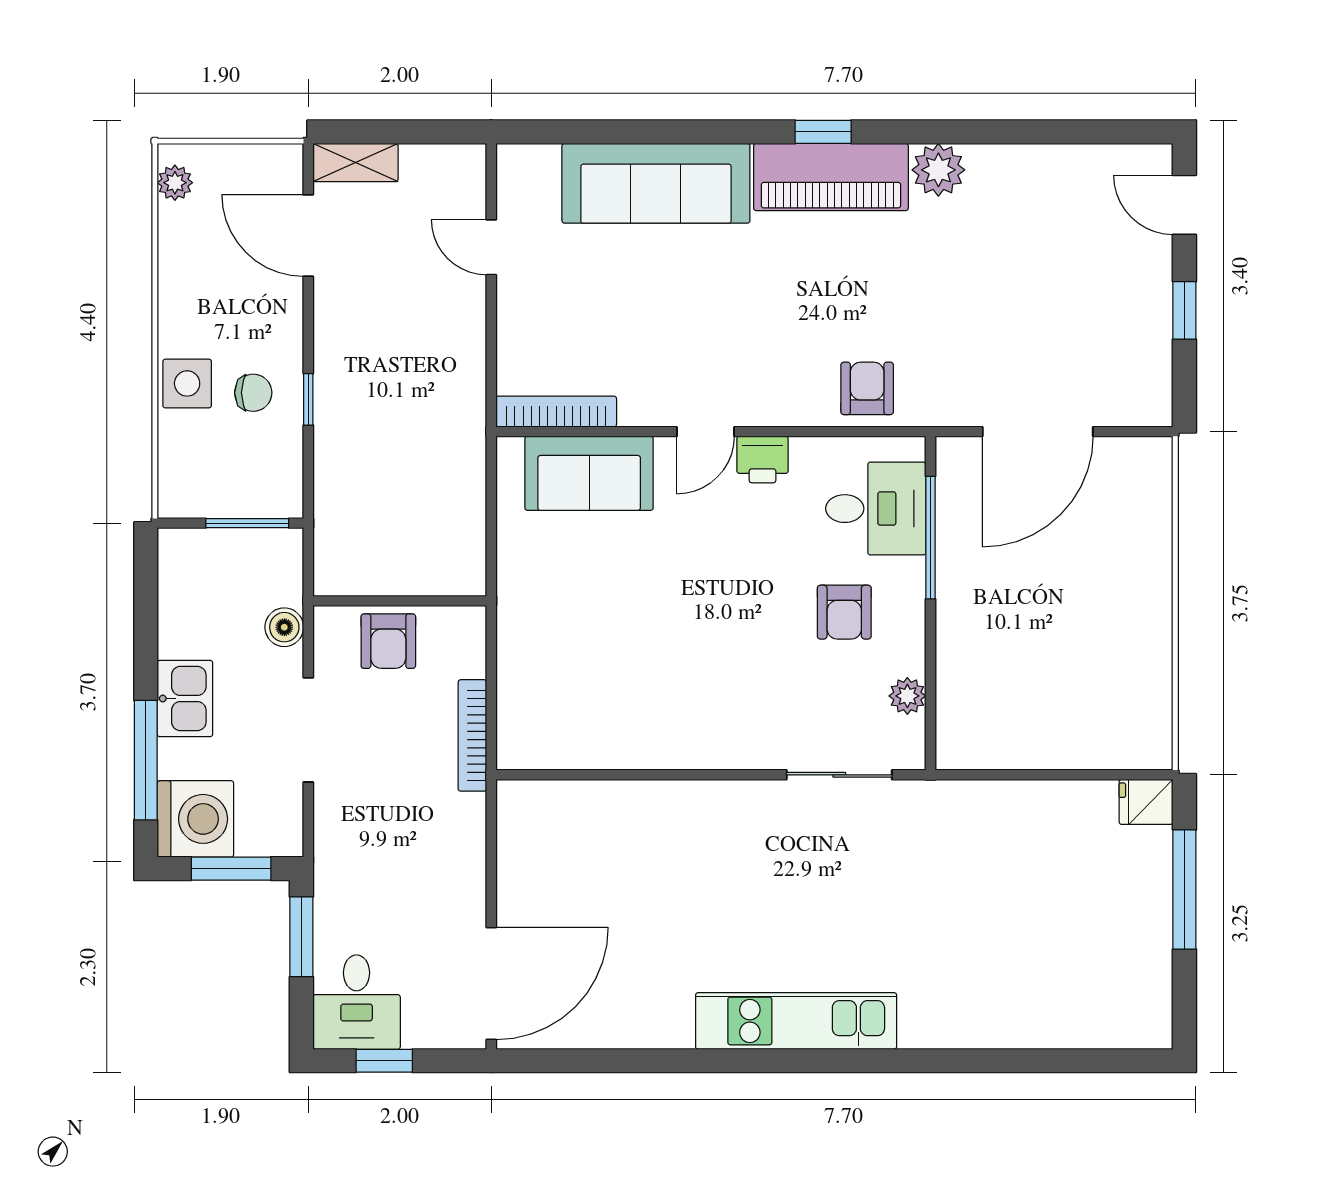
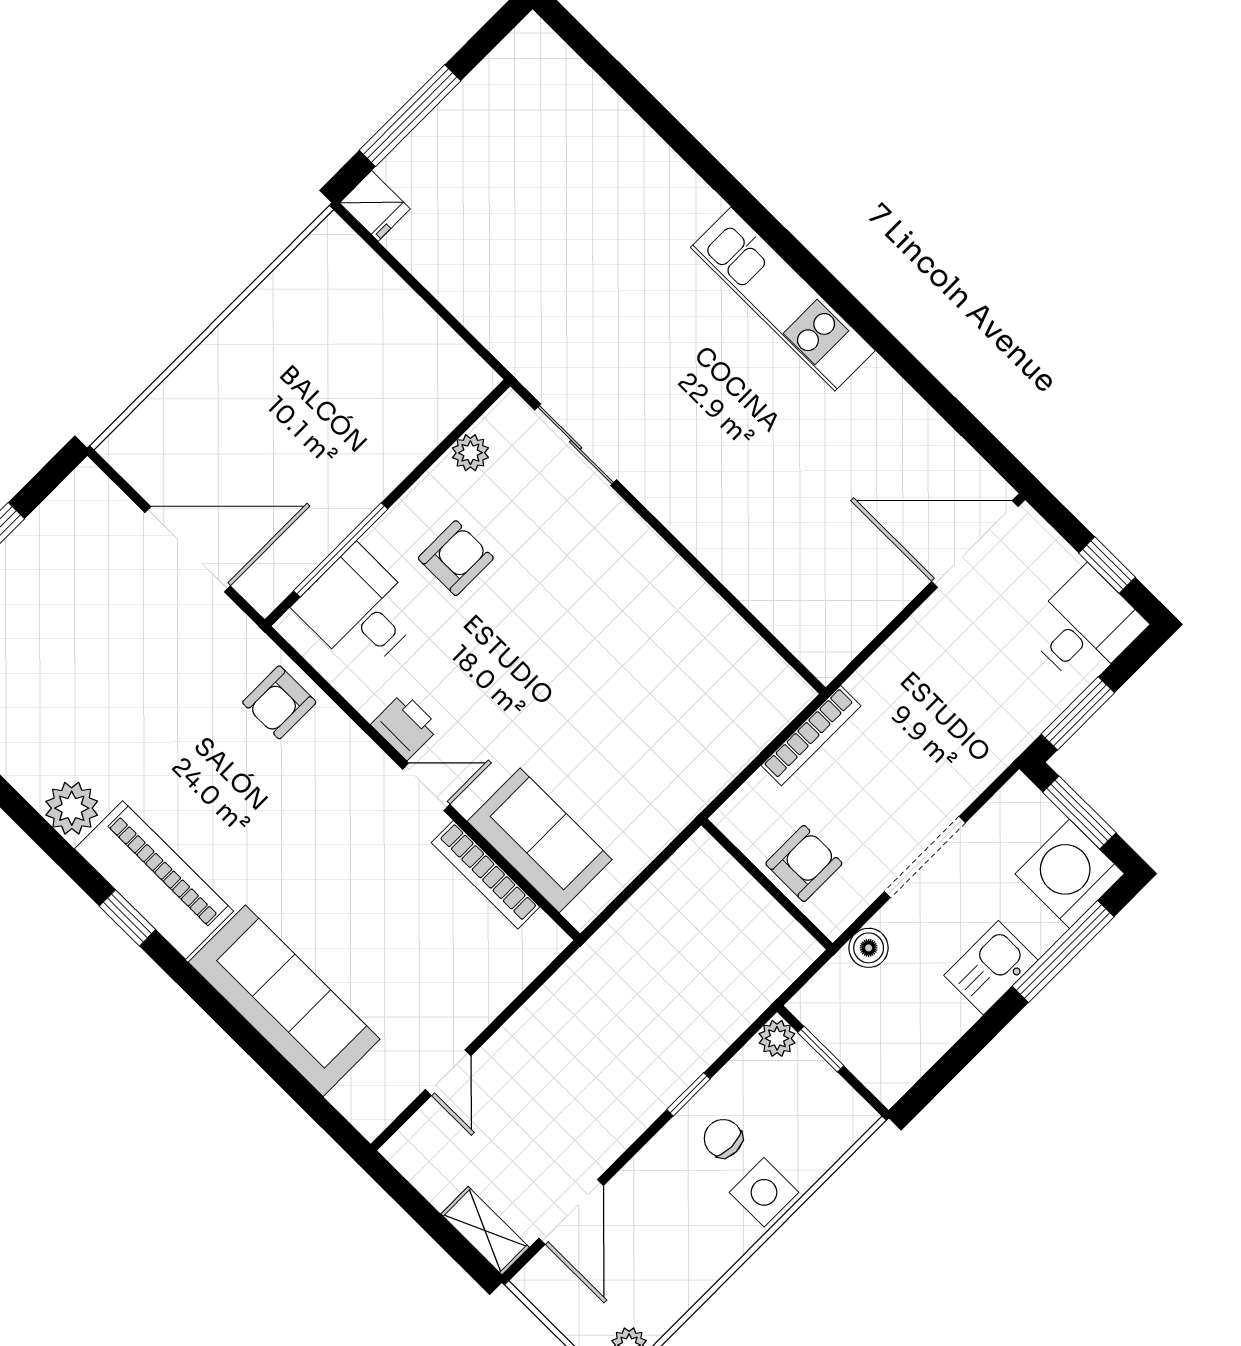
bookcase: (556, 412) -> (486, 875), moved
plant: (285, 500) -> (777, 1038), added
window: (247, 523) -> (821, 1049), width x0.67

